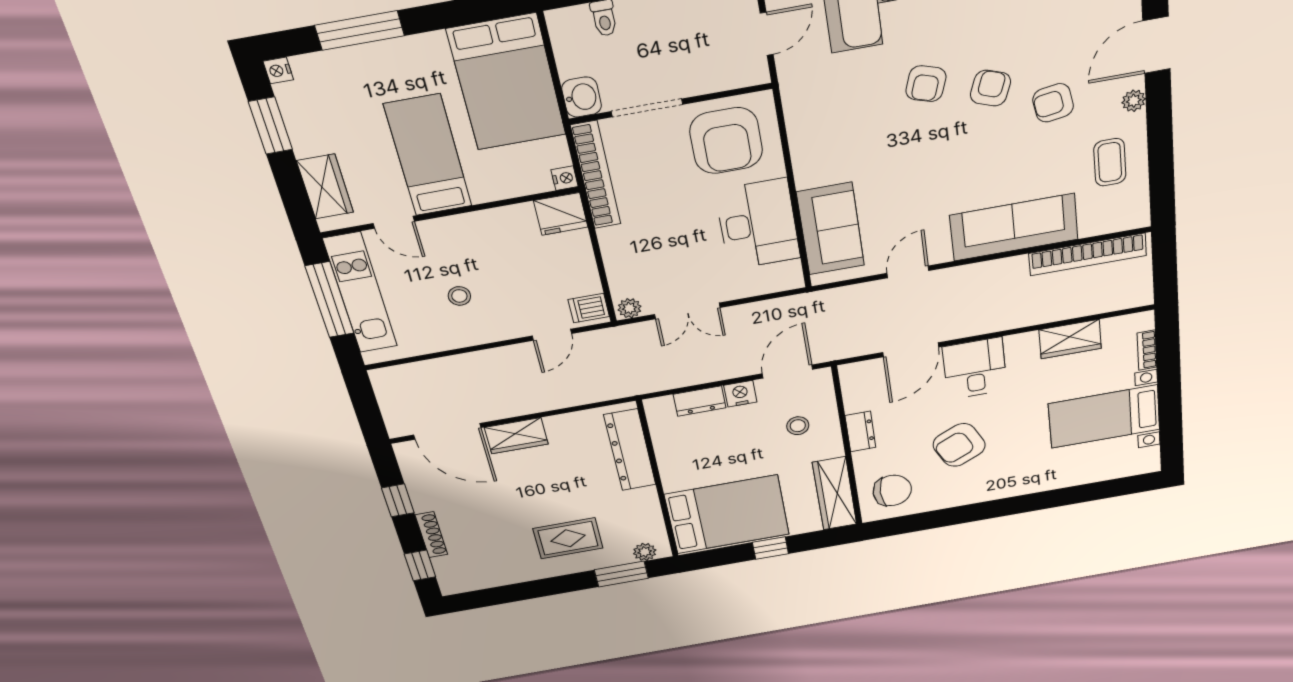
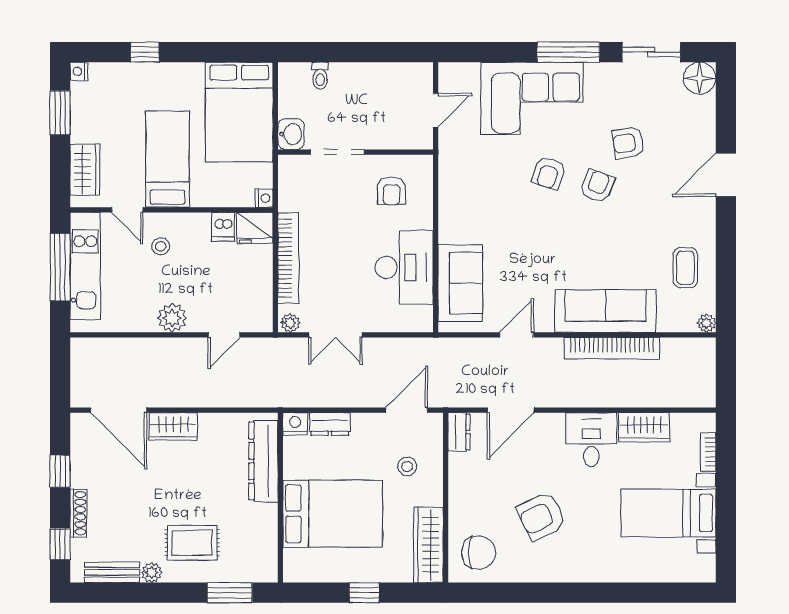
window: (360, 30) -> (145, 52), width x0.46
plant: (1134, 101) -> (706, 323), moved
armchair: (1053, 103) -> (628, 143), moved
armchair: (726, 141) -> (392, 191), width x0.53, depth x0.53
bookcase: (596, 175) -> (288, 258), moved
bookcase: (1088, 254) -> (612, 348), moved
stool: (459, 296) -> (161, 246), moved
dishwasher: (589, 308) -> (223, 227), moved, turned -90
plant: (484, 329) -> (172, 318), added
desk: (975, 368) -> (591, 440), moved
nightstand: (740, 394) -> (295, 424), moved
dresser: (860, 431) -> (459, 432), moved
bed: (727, 514) -> (333, 514), moved
plant: (645, 552) -> (152, 573), moved
bench: (486, 579) -> (112, 572), added

